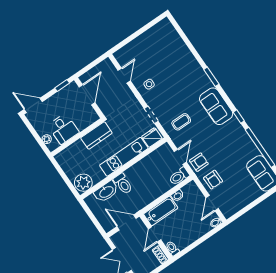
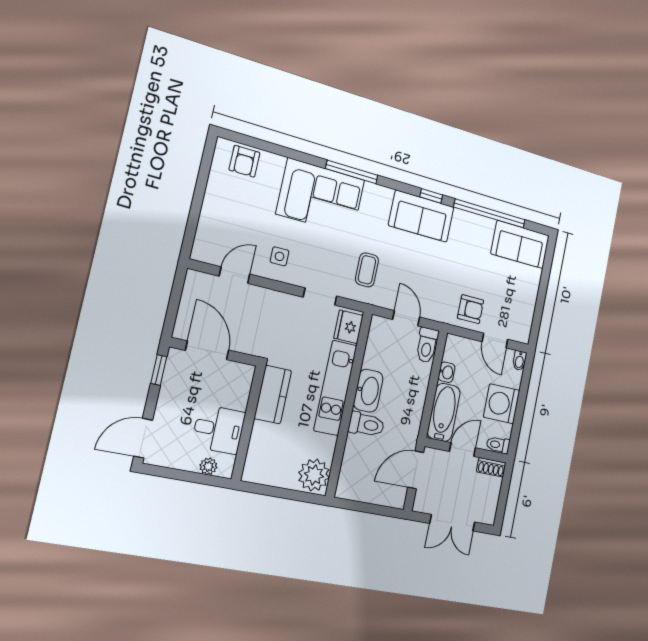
corner sofa: (188, 75) -> (321, 197), added
door: (124, 76) -> (235, 275), hinge flipped
window: (211, 77) -> (352, 172), width x1.44
sofa: (216, 106) -> (421, 216), moved
armchair: (199, 162) -> (244, 161), moved, turned 180
washbasin: (106, 192) -> (368, 391), moved
washing machine: (190, 233) -> (502, 404), added
door: (155, 234) -> (462, 450), swing flipped

